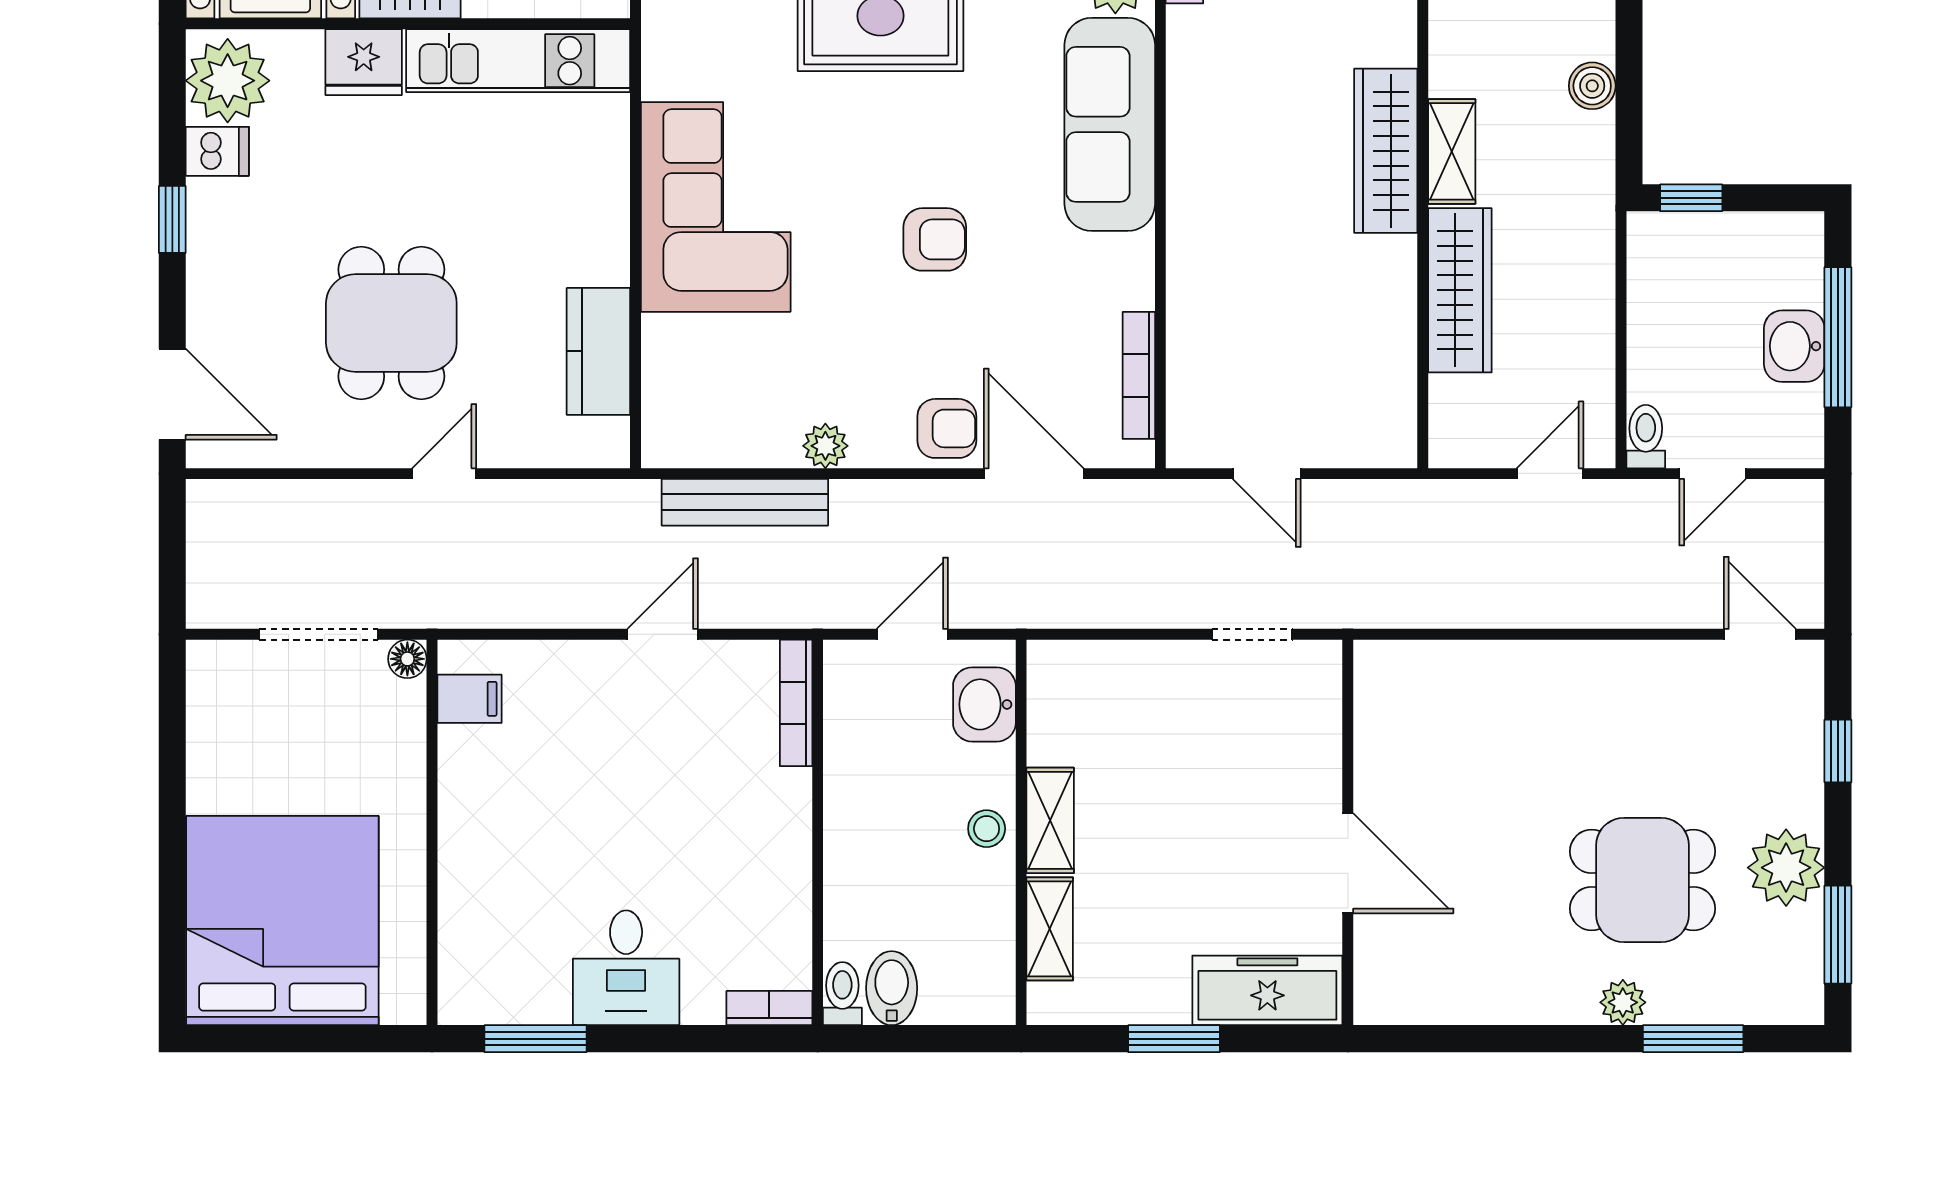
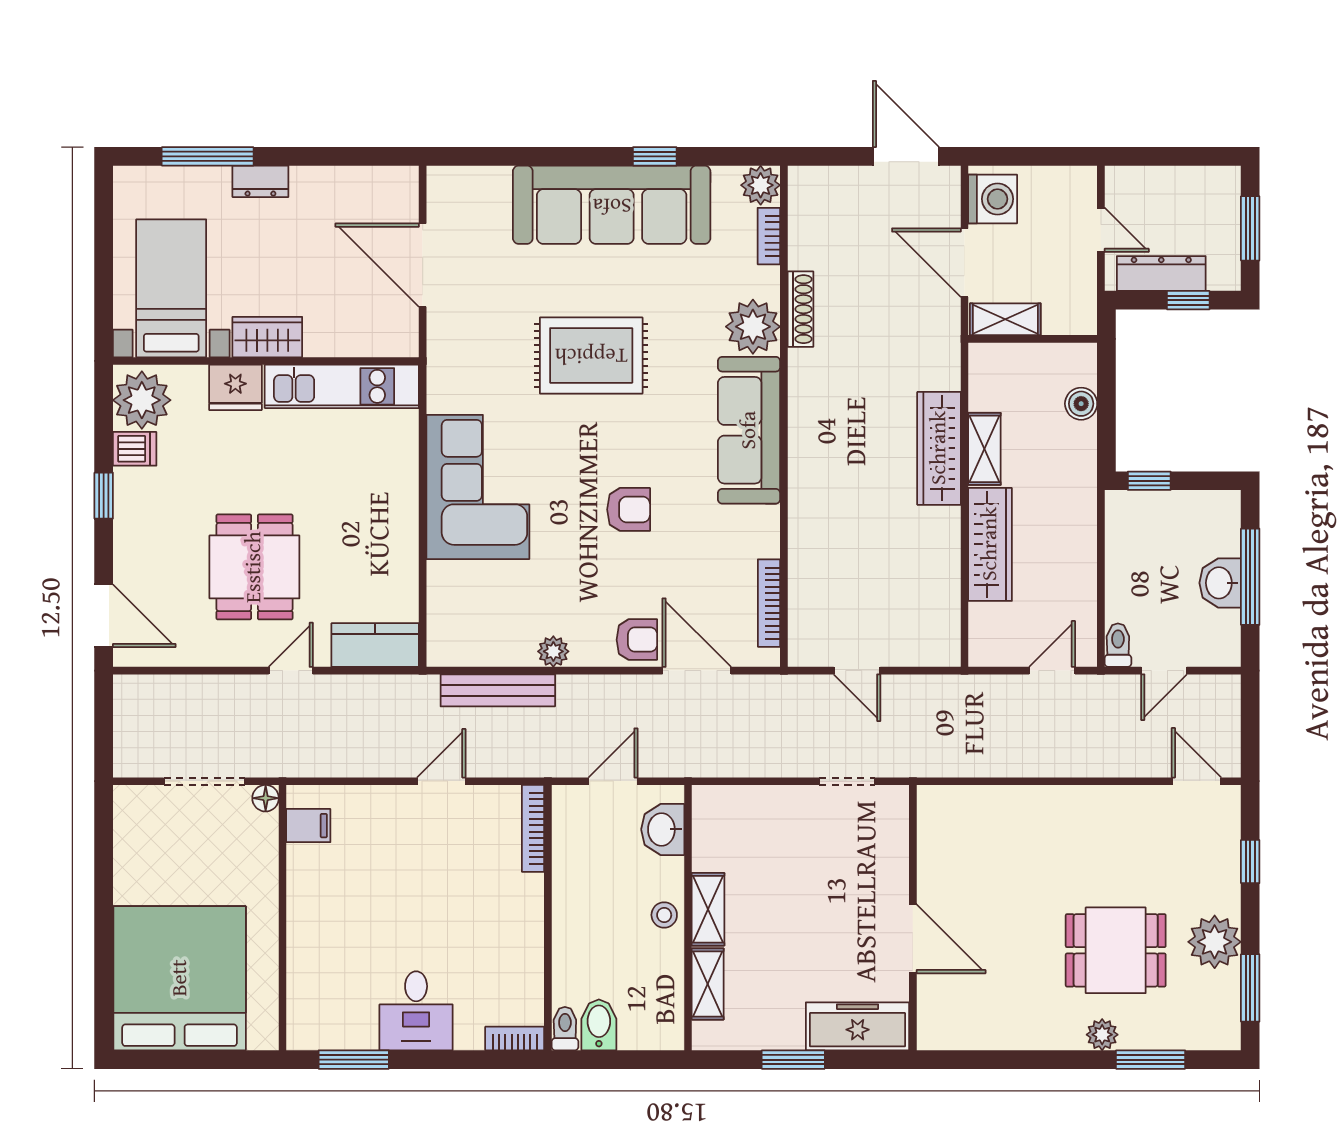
kitchen counter: (598, 351) -> (375, 645), moved, turned 90

